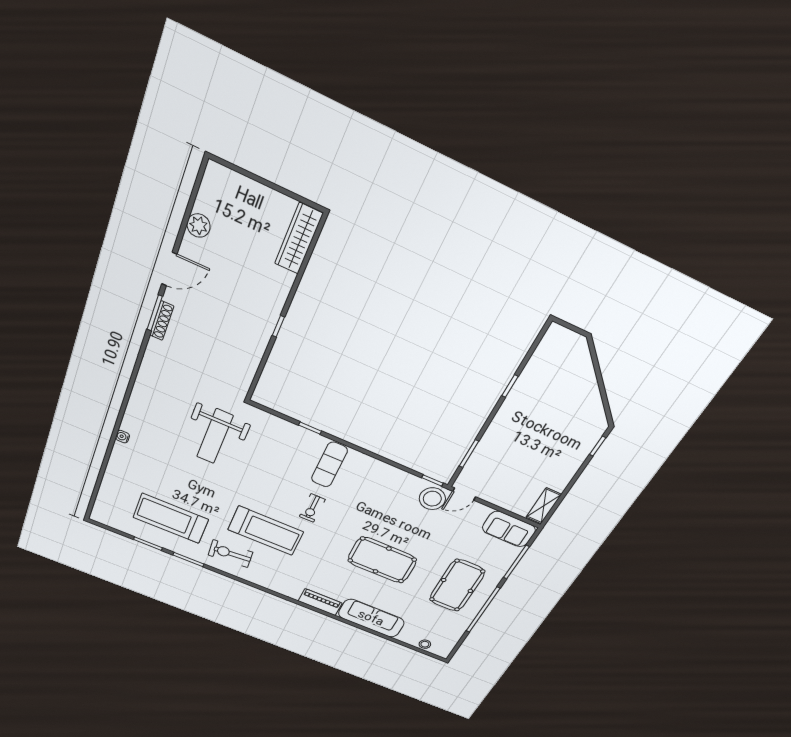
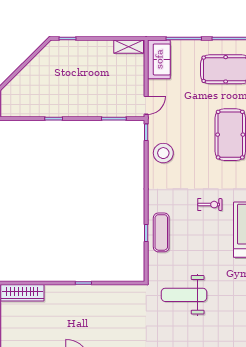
weight bench: (215, 436) -> (184, 295), turned 180
exercise mat: (329, 465) -> (161, 232), moved, turned 90
door: (464, 494) -> (146, 105), hinge flipped
stool: (432, 499) -> (163, 153), moved

